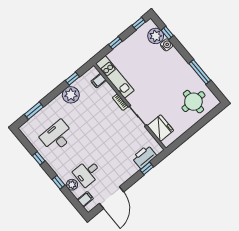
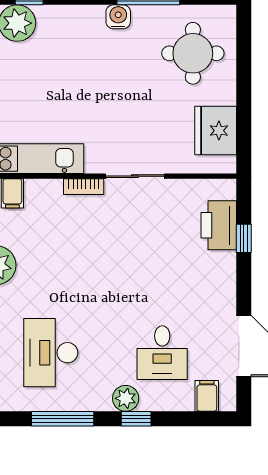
water cooler: (167, 45) -> (118, 17), moved
fridge: (160, 128) -> (216, 131), moved, turned -90
window: (39, 158) -> (63, 419), width x2.17
plant: (72, 185) -> (126, 398), moved

